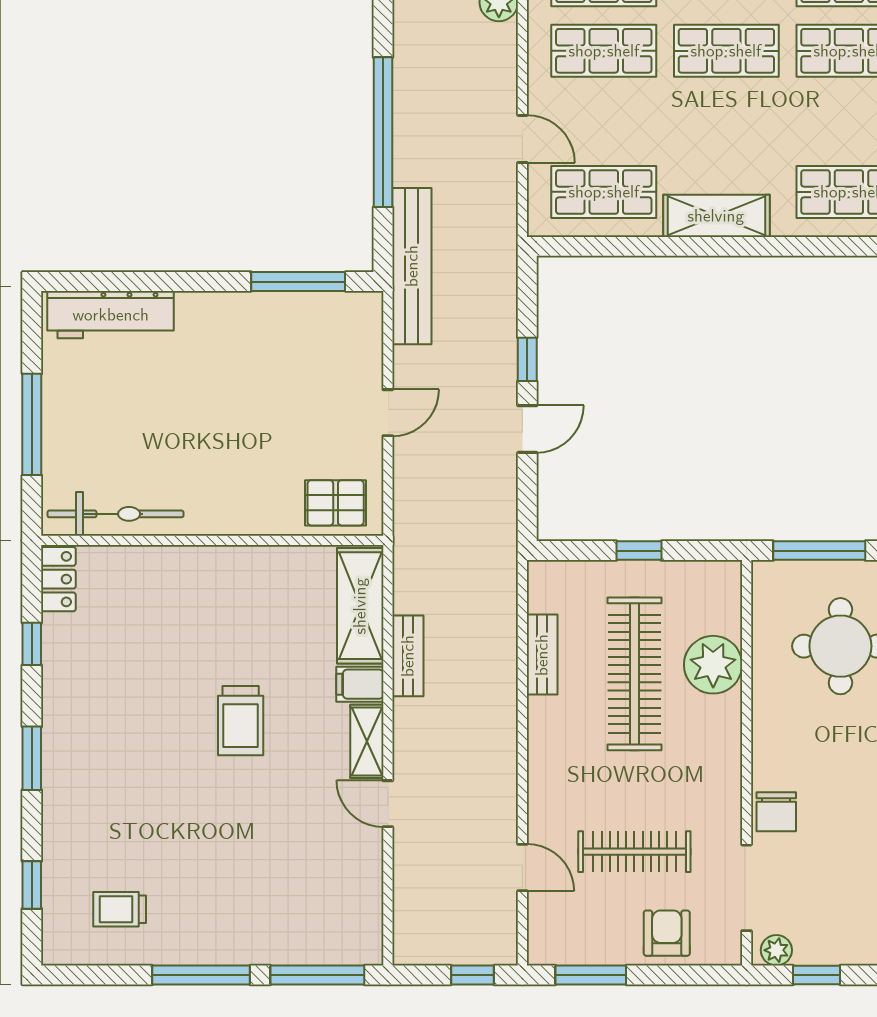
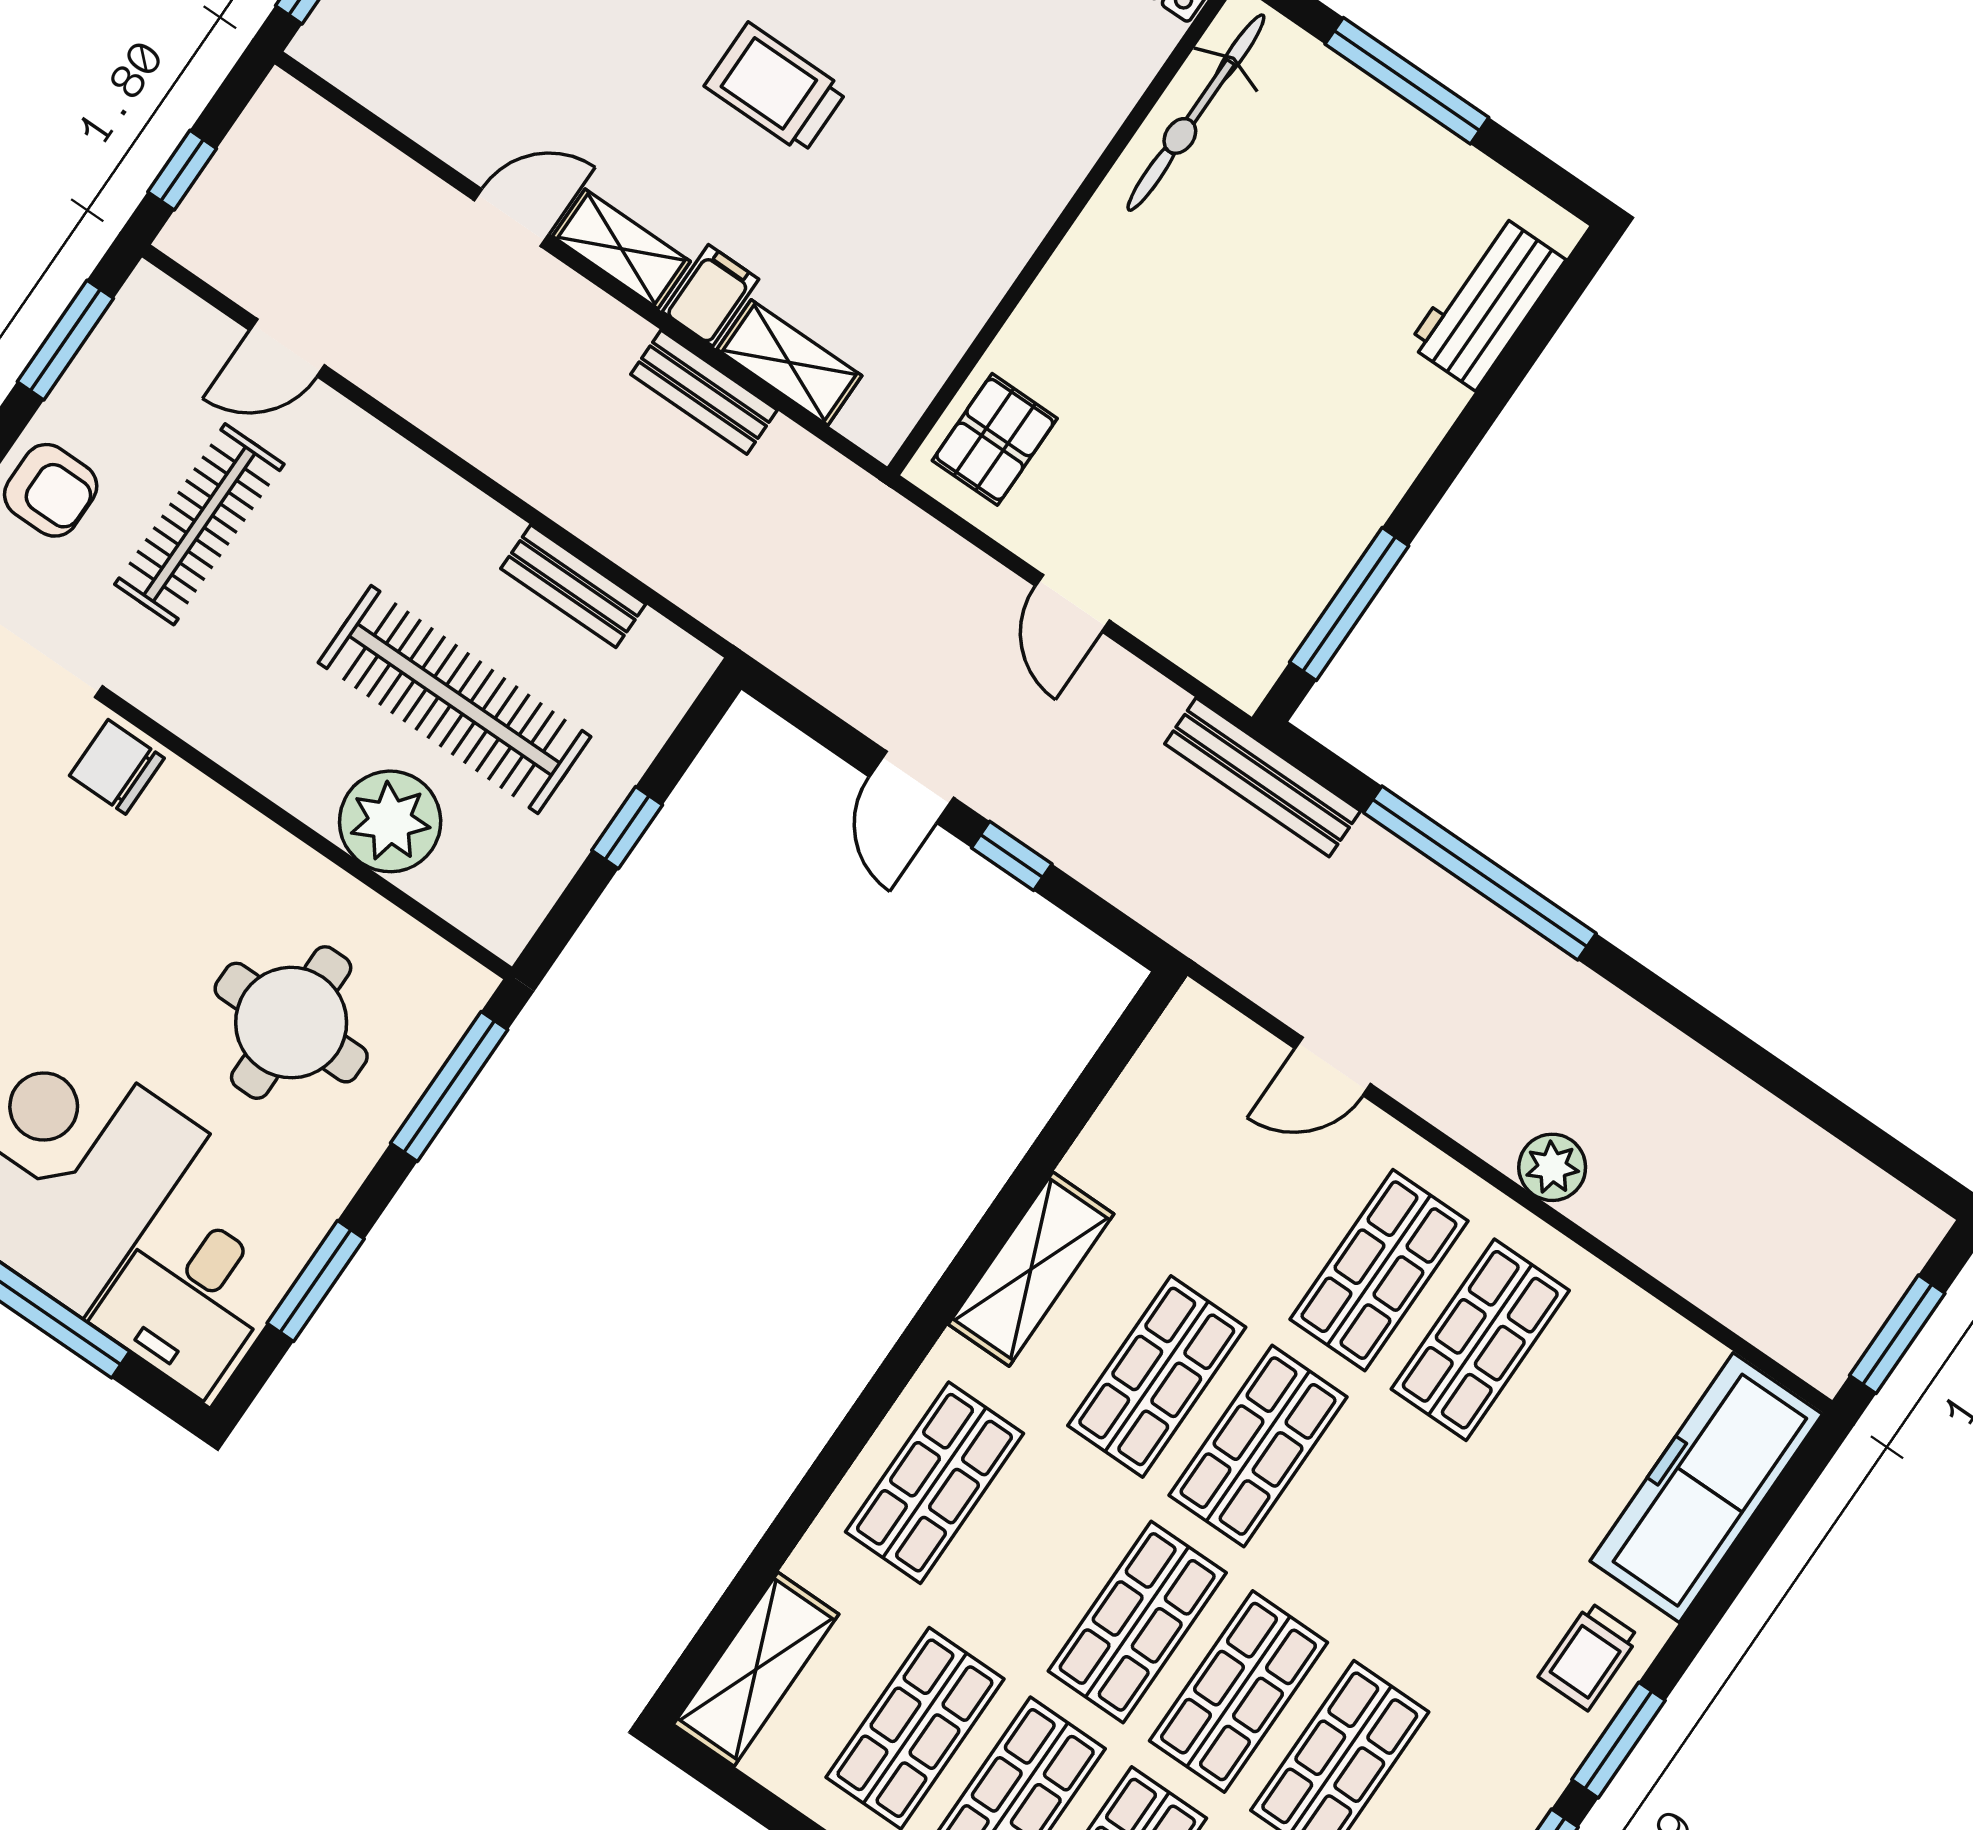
shop shelf: (604, 192) -> (1157, 1376), moved
bench: (412, 266) -> (1263, 777), width x0.73, depth x0.82
workbench: (111, 315) -> (1487, 302), width x0.73
shelving: (360, 606) -> (789, 363), width x0.67, depth x0.75

